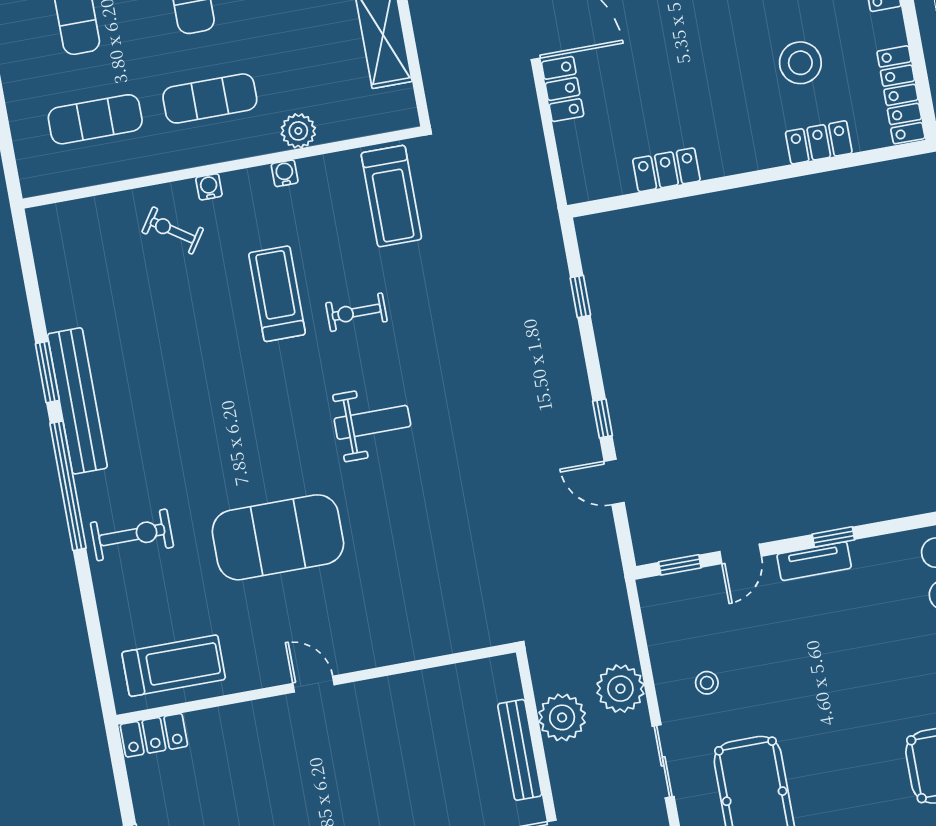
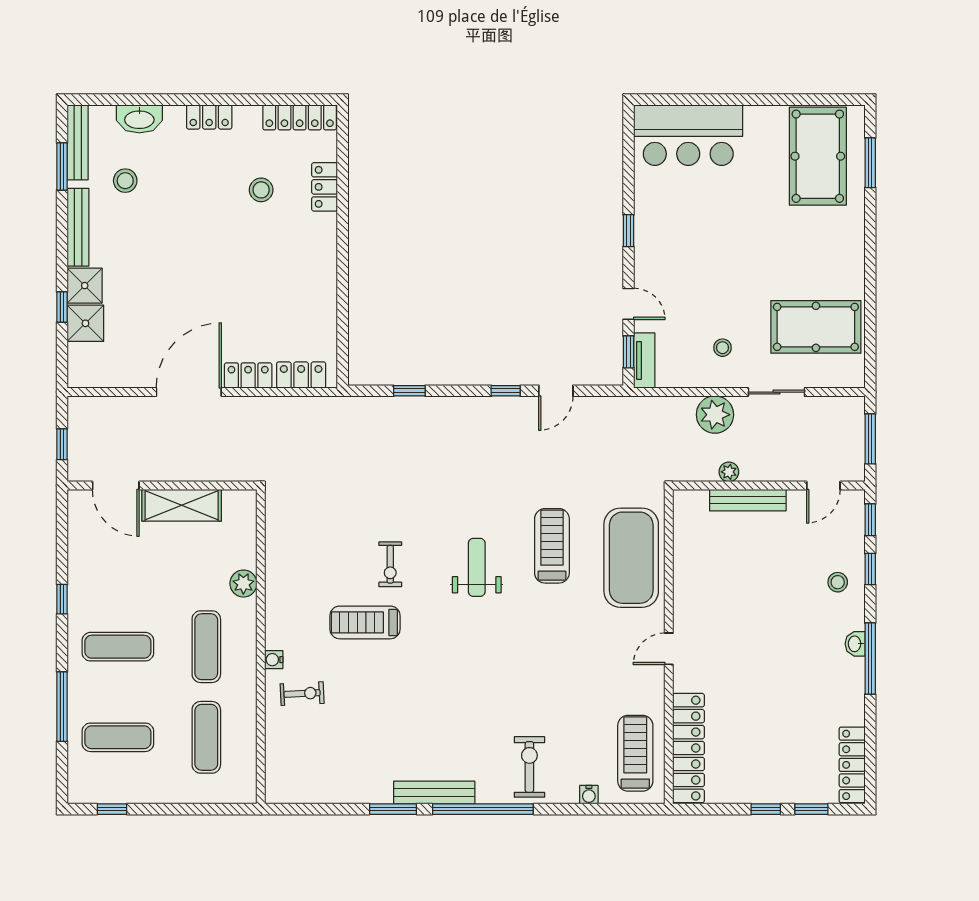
stool: (800, 63) -> (261, 190), width x0.73, depth x0.73
locker: (666, 170) -> (301, 375), moved, turned 90
water cooler: (285, 173) -> (589, 795), moved, turned -90
treadmill: (391, 196) -> (552, 546), moved, turned -90
exercise bike: (173, 230) -> (302, 694), turned -127
bench: (77, 401) -> (434, 793), width x0.73, depth x0.82
exercise mat: (278, 537) -> (631, 558), moved
tv unit: (814, 561) -> (644, 360), moved
plant: (562, 717) -> (729, 472), width x0.53, depth x0.53
locker: (154, 735) -> (689, 748), width x2.16, depth x1.21

